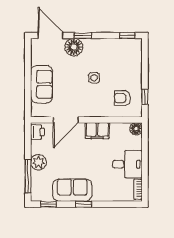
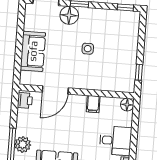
armchair: (122, 98) -> (115, 72), removed
filing cabinet: (97, 131) -> (93, 104), width x0.50
plant: (38, 162) -> (23, 144), moved

